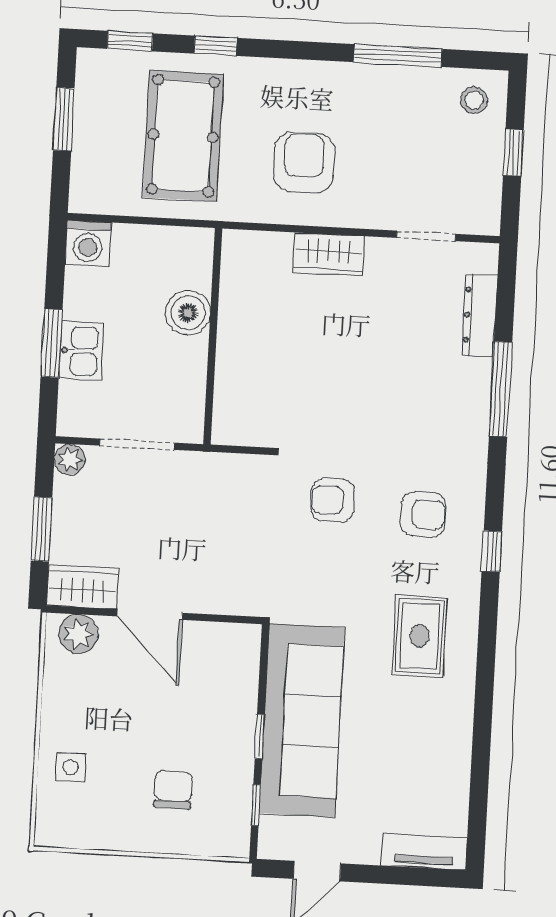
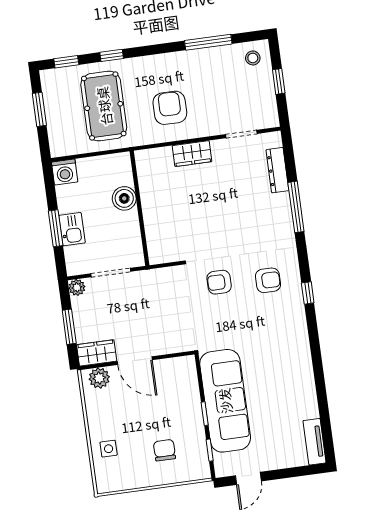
rug: (420, 636) -> (278, 345), removed
tv unit: (424, 852) -> (315, 442), moved, turned -90

